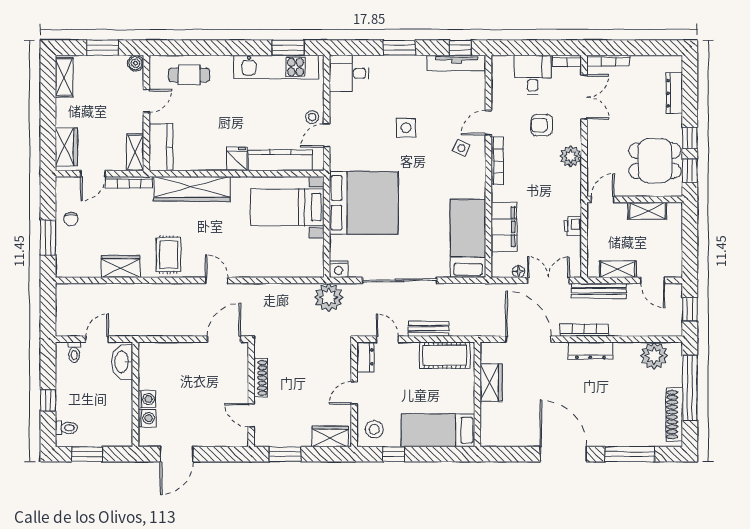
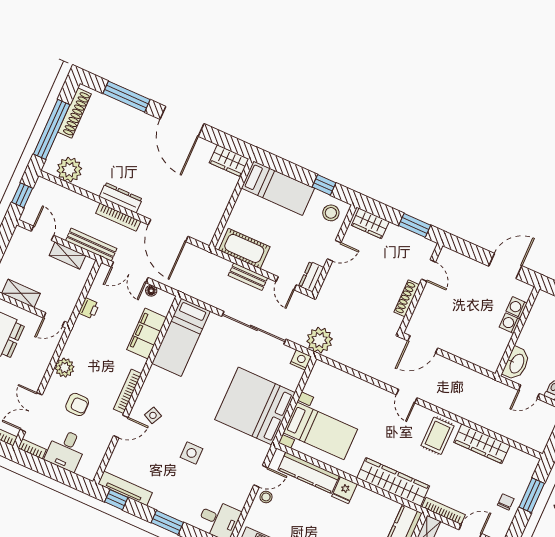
wardrobe: (121, 266) -> (482, 444), width x1.50
wardrobe: (491, 383) -> (229, 161), moved, turned -90

